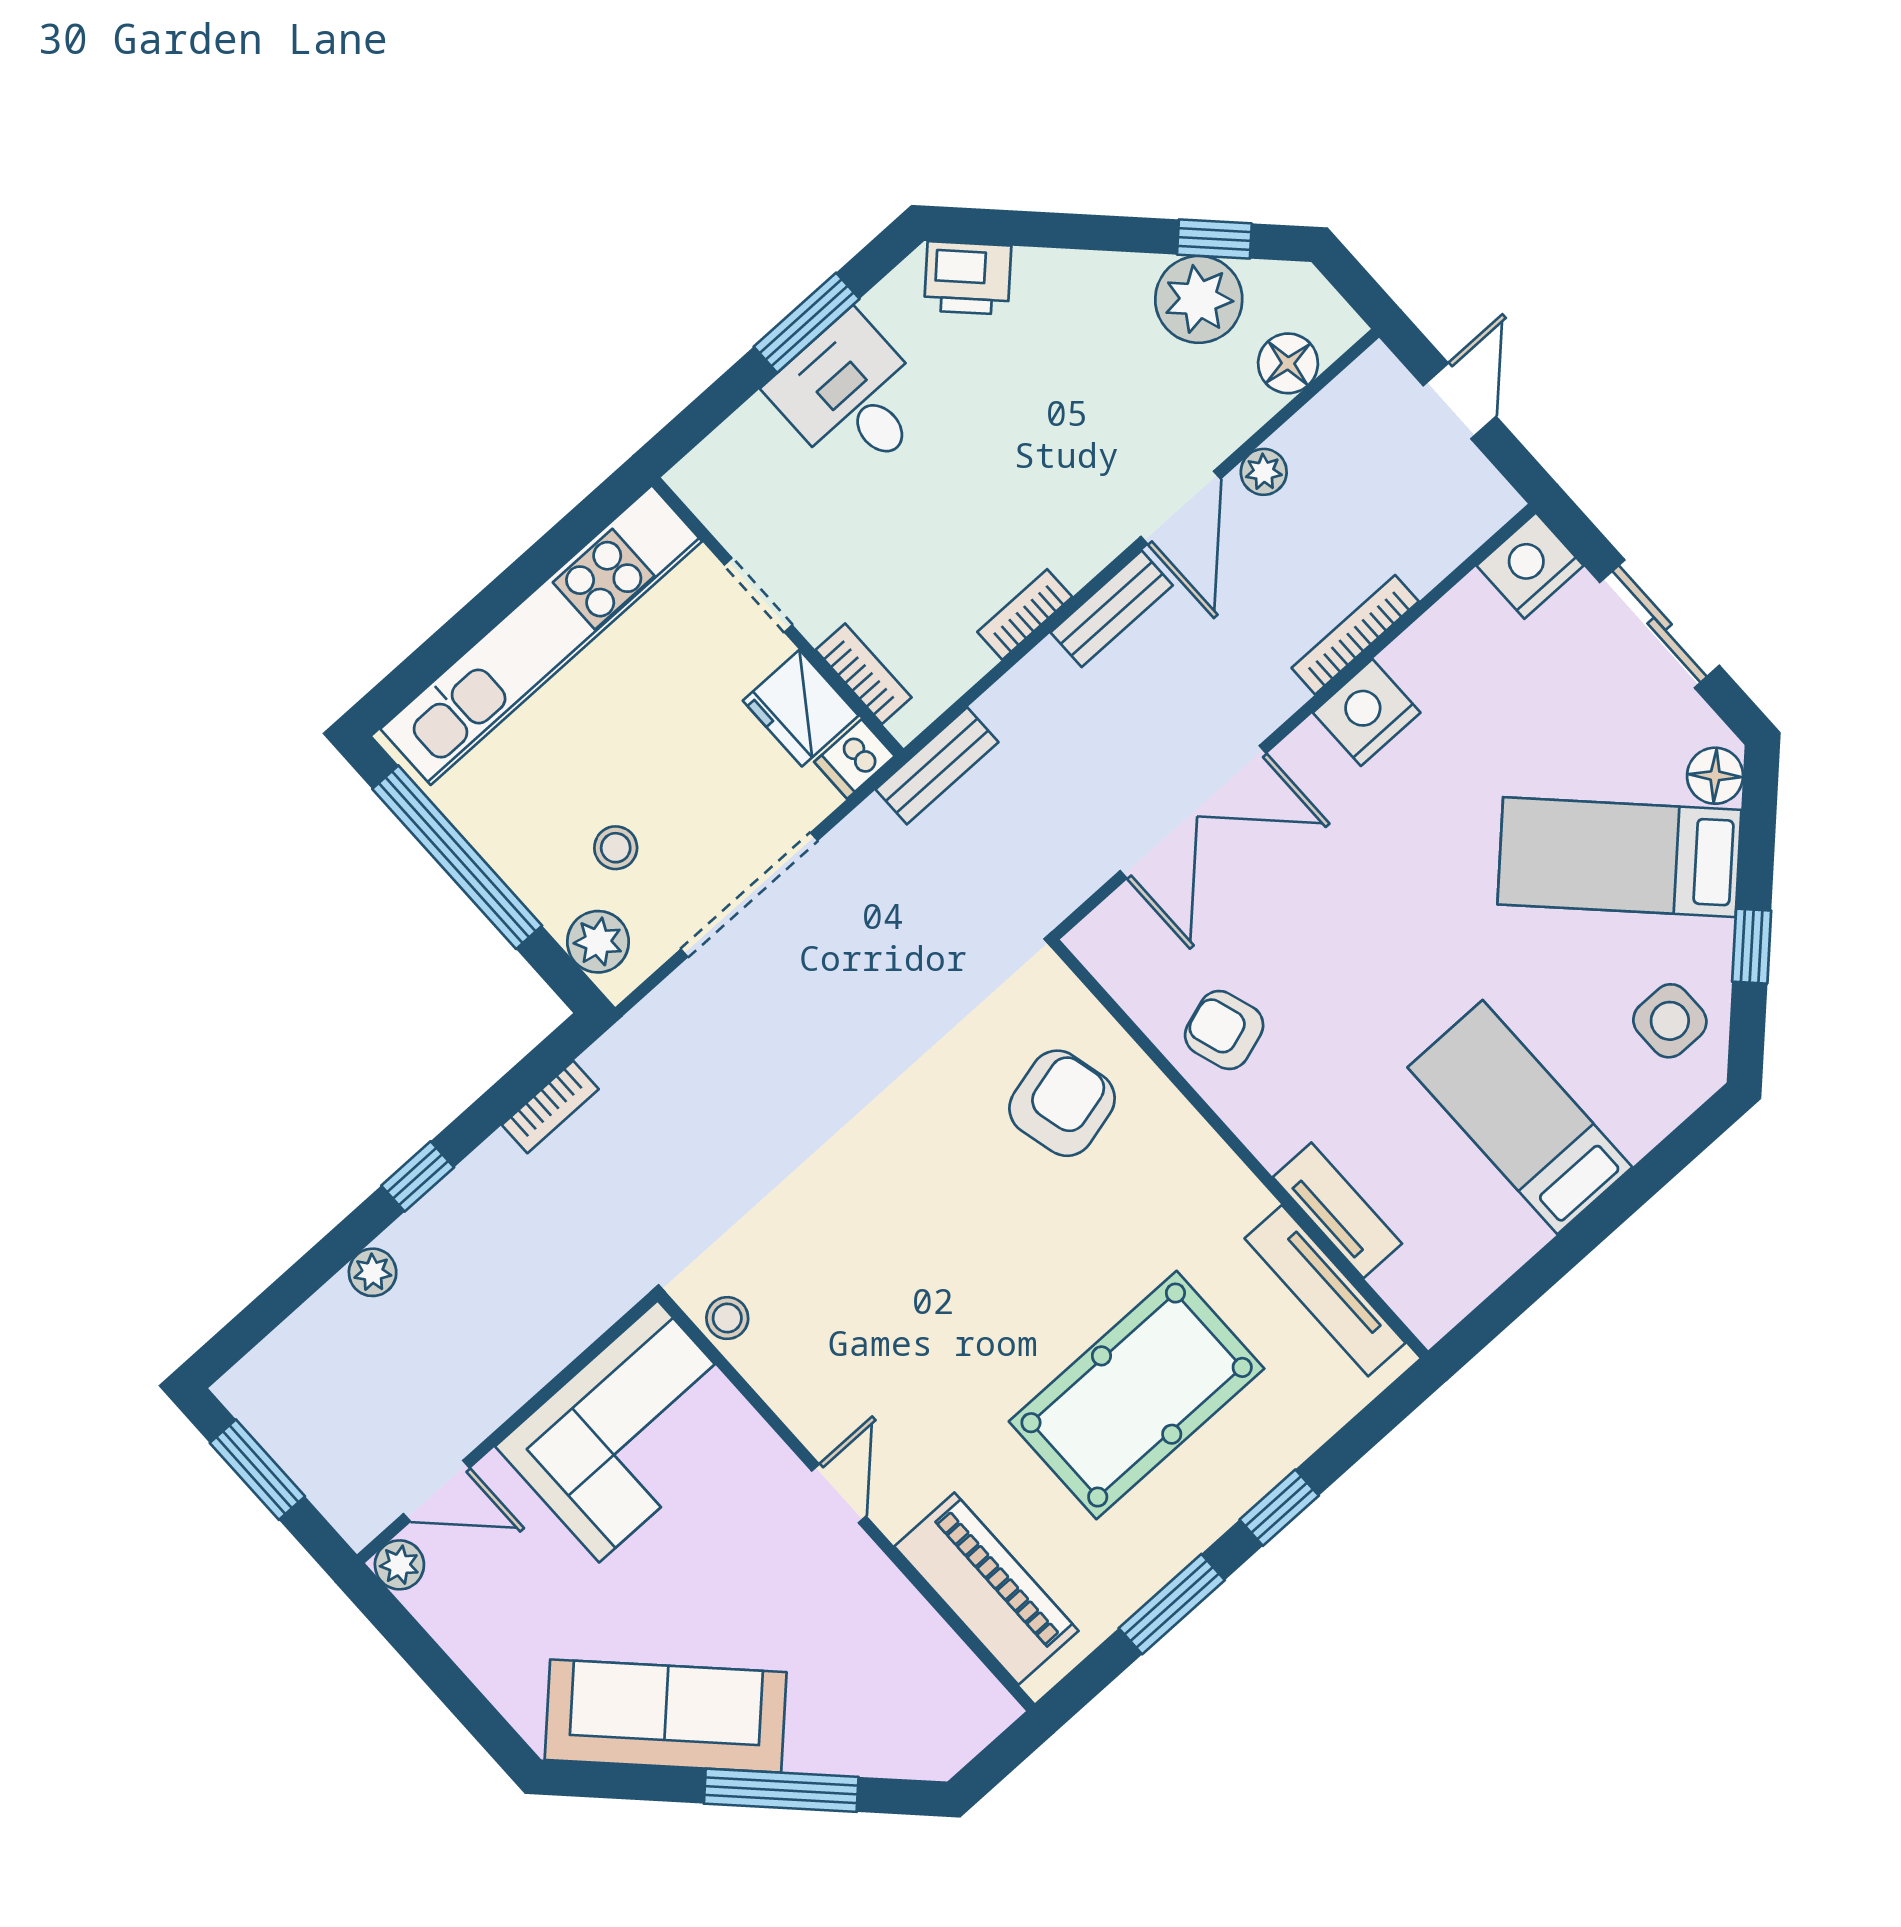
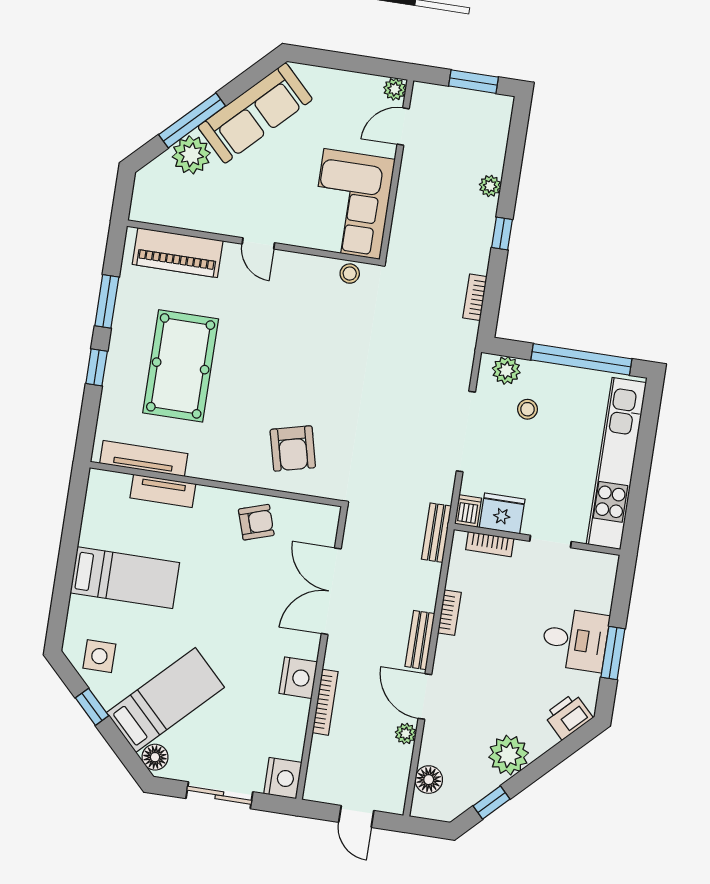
plant: (1199, 299) -> (509, 755), moved
plant: (830, 1733) -> (191, 155), added

